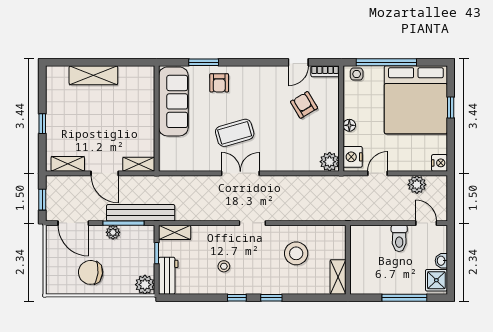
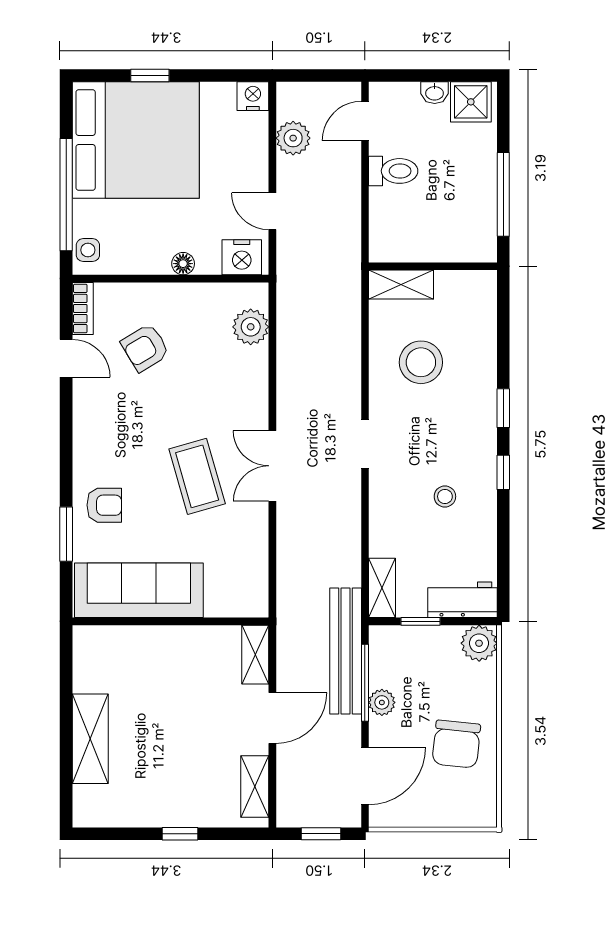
plant: (330, 162) -> (251, 327), moved
shelving: (338, 277) -> (401, 285), moved
window: (404, 298) -> (503, 194), moved

